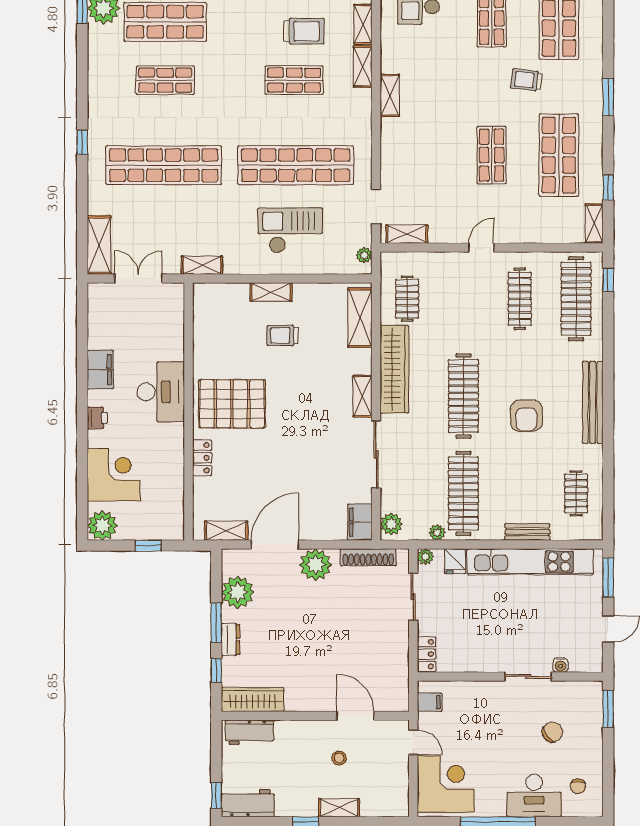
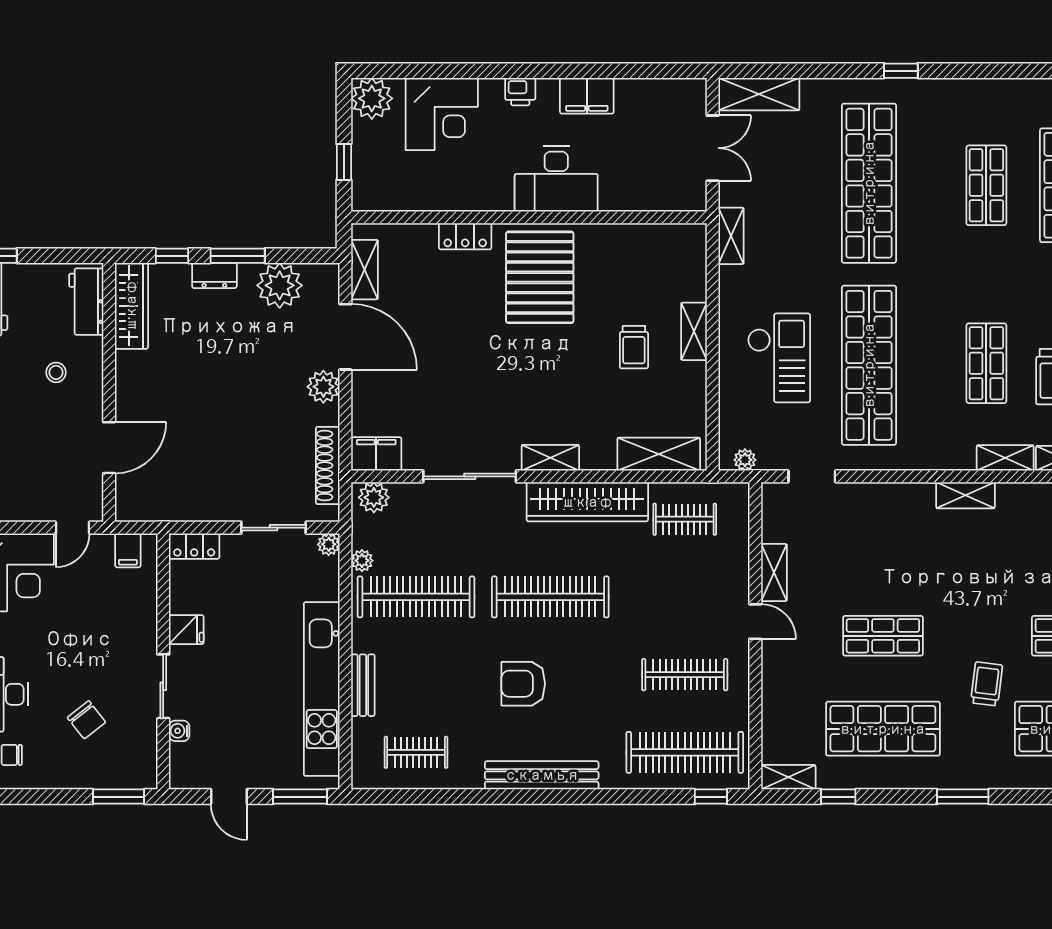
shelving: (407, 234) -> (774, 572), moved
trolley: (282, 335) -> (634, 347), turned 180
fridge: (455, 561) -> (186, 630), moved, turned 180
plant: (315, 565) -> (323, 387), width x0.73, depth x0.73
stool: (339, 758) -> (56, 372), moved

